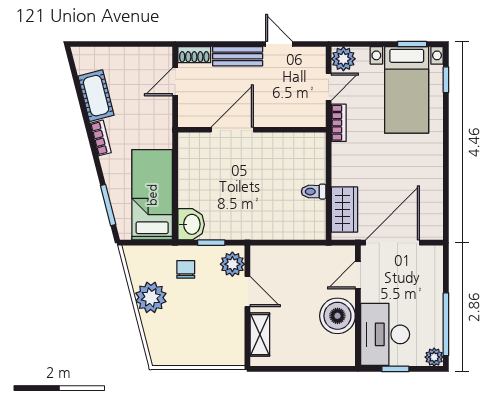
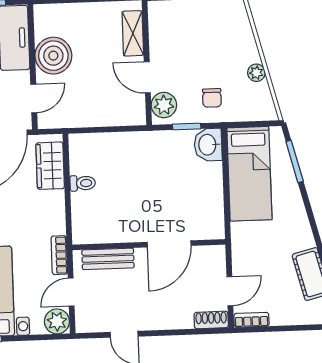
bench: (238, 56) -> (108, 259), moved
bookcase: (101, 138) -> (251, 320), moved, turned 104
plant: (151, 297) -> (256, 73), width x0.53, depth x0.53

